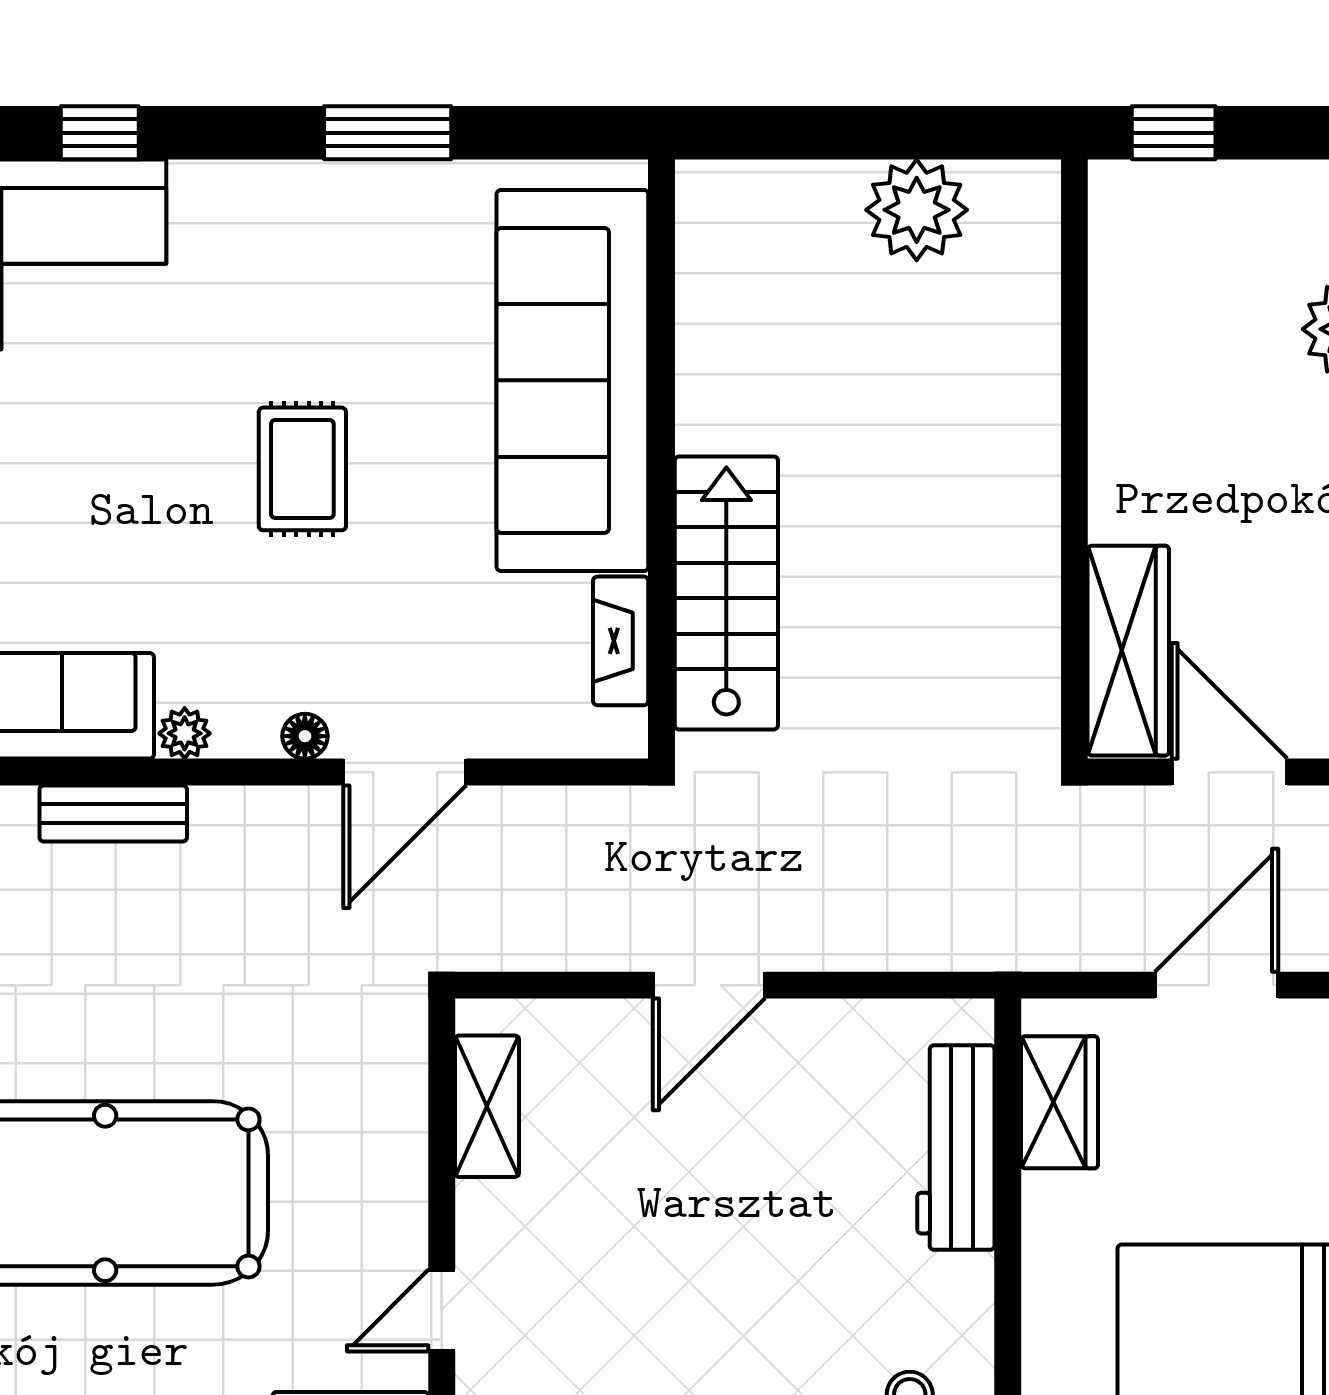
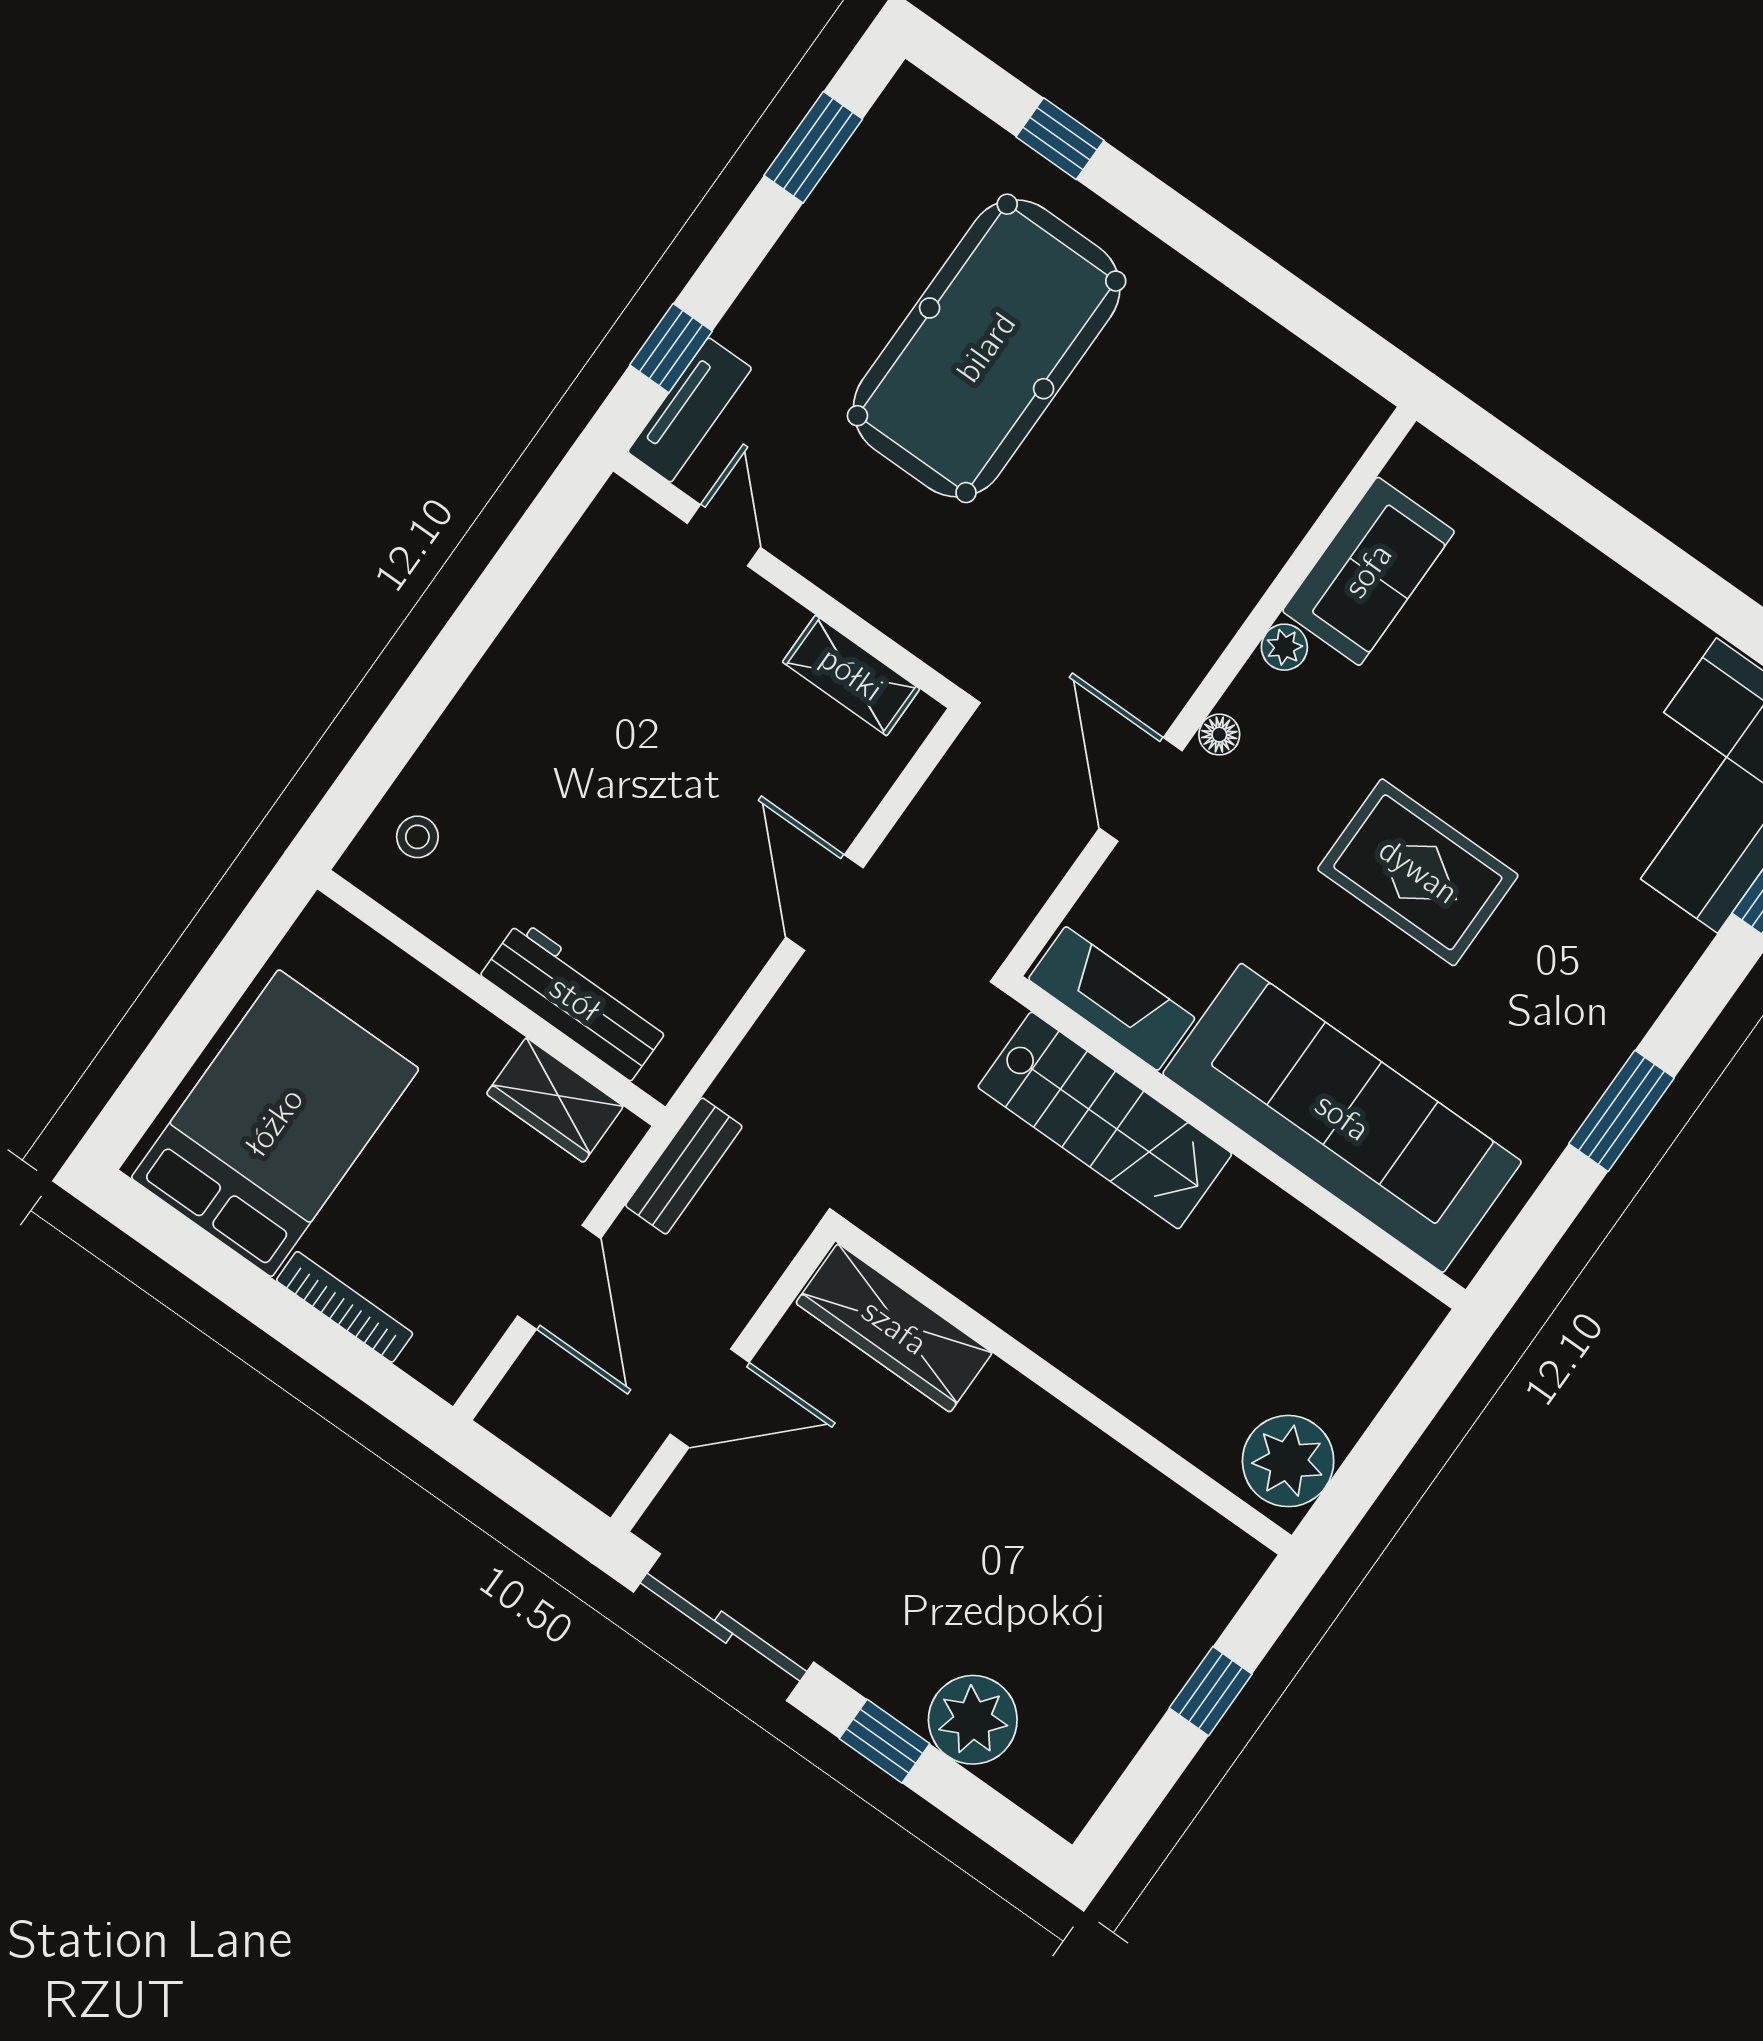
wall: (1074, 459) -> (1064, 1388), moved
rug: (302, 469) -> (1418, 872), width x1.36, depth x1.43
fireplace: (621, 641) -> (1112, 998), width x1.37, depth x1.32
wardrobe: (1128, 651) -> (894, 1328), moved
bench: (113, 813) -> (684, 1166), moved

